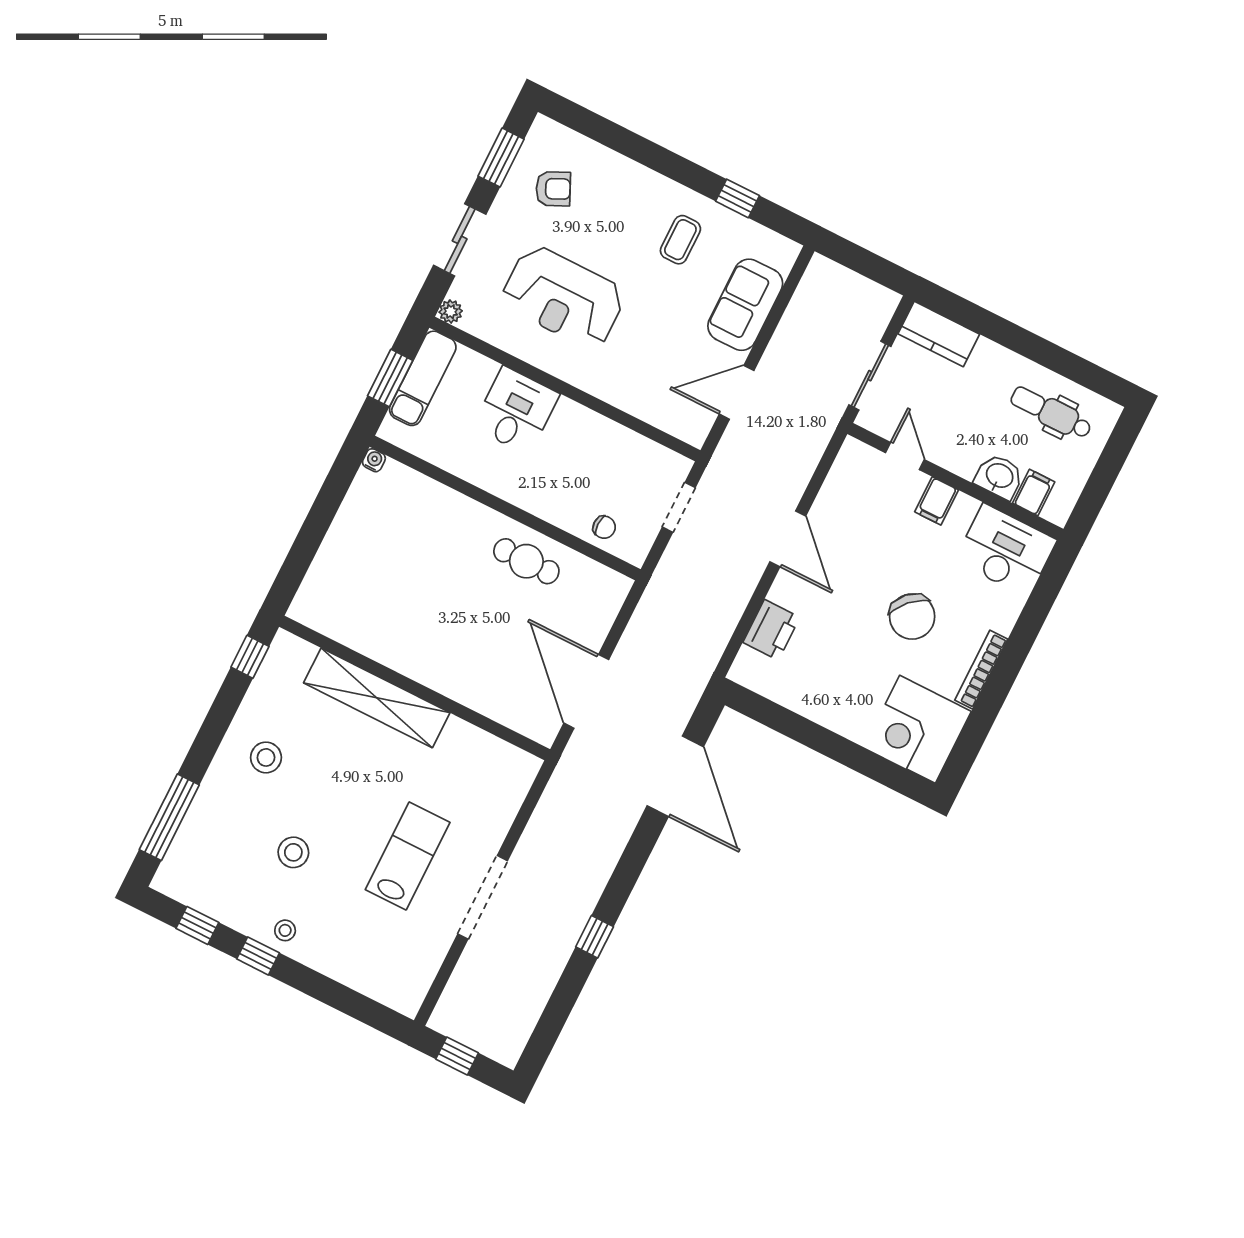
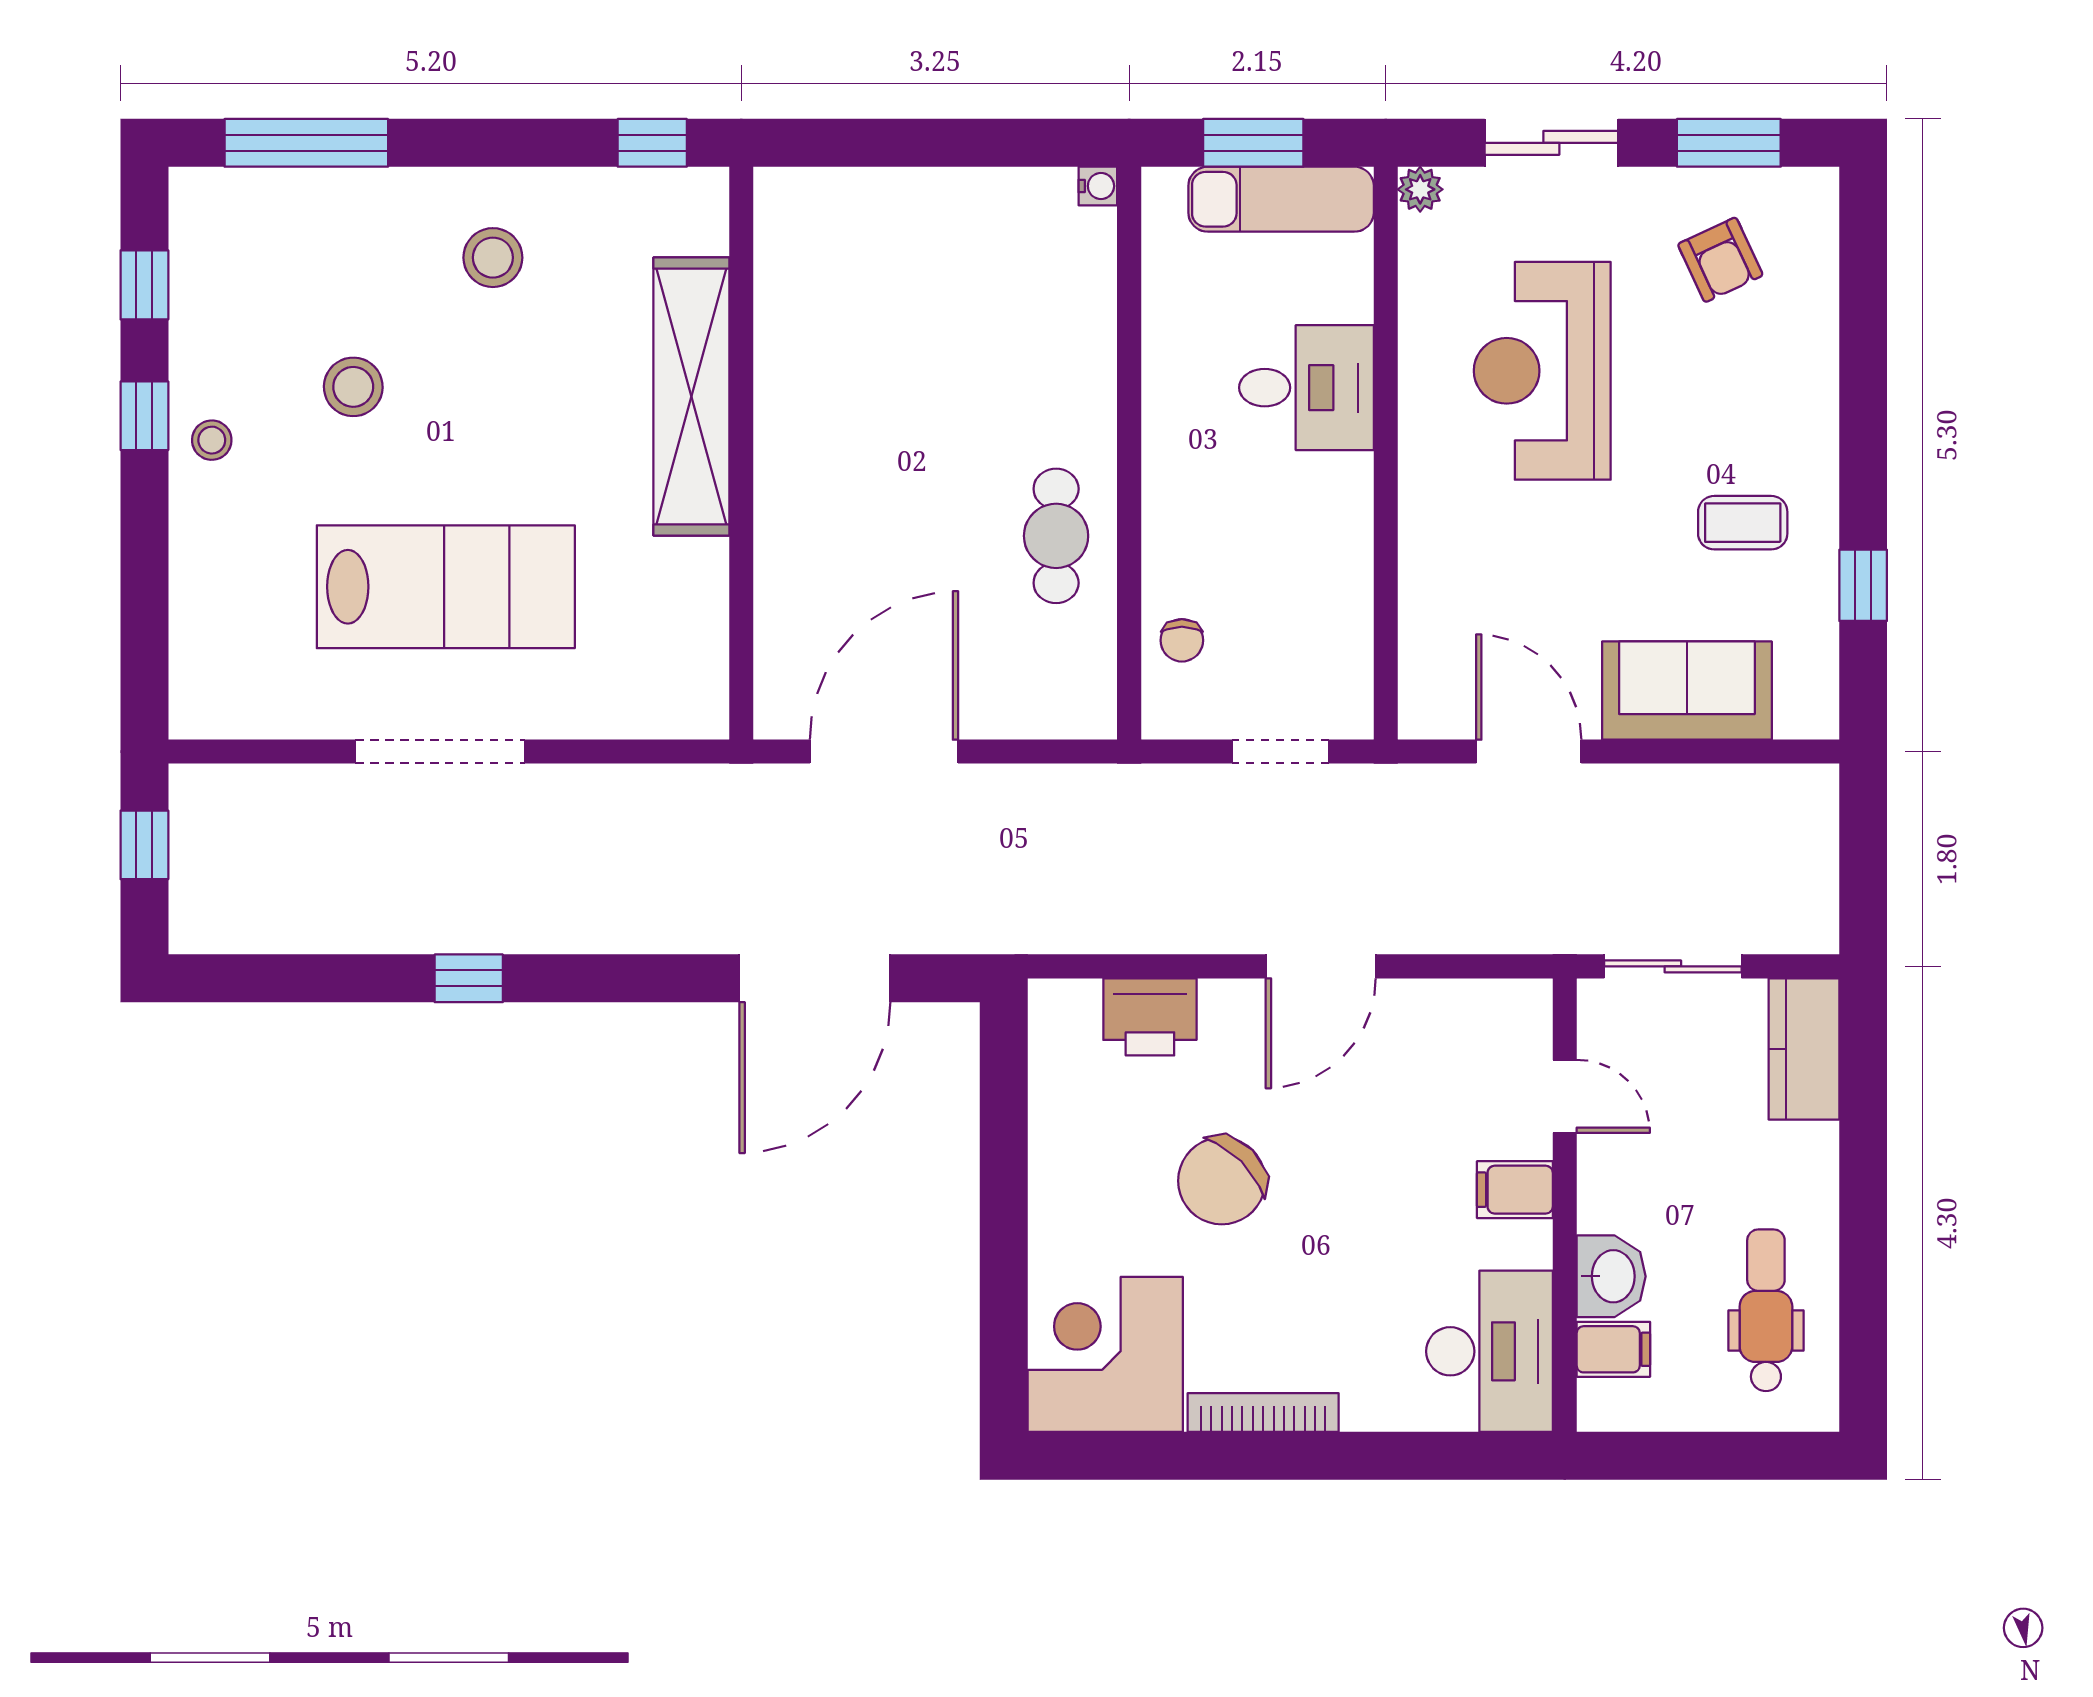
door: (905, 456) -> (1565, 1096), hinge flipped
chair: (912, 617) -> (1222, 1181), moved
lab bench: (408, 856) -> (446, 587), width x1.36, depth x1.39

